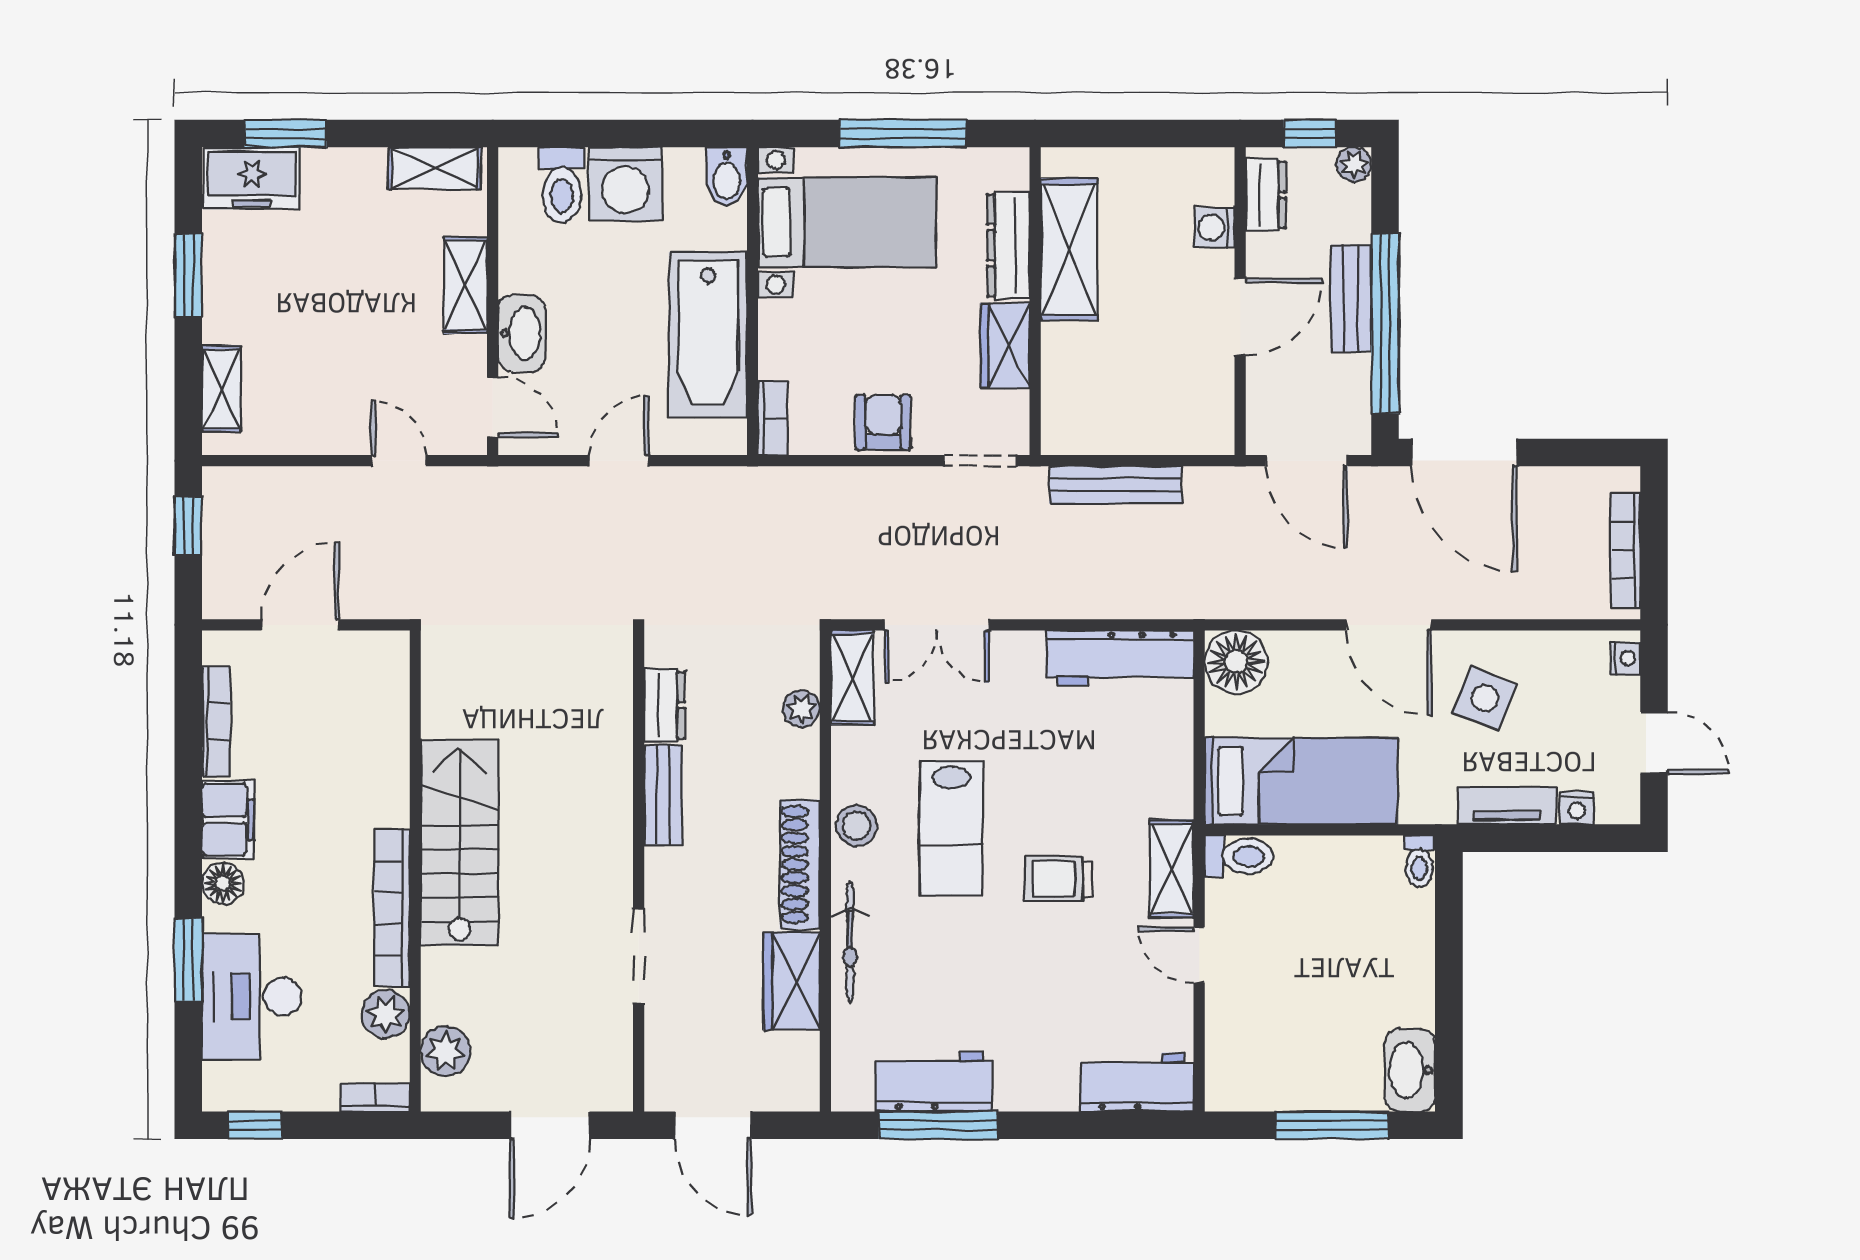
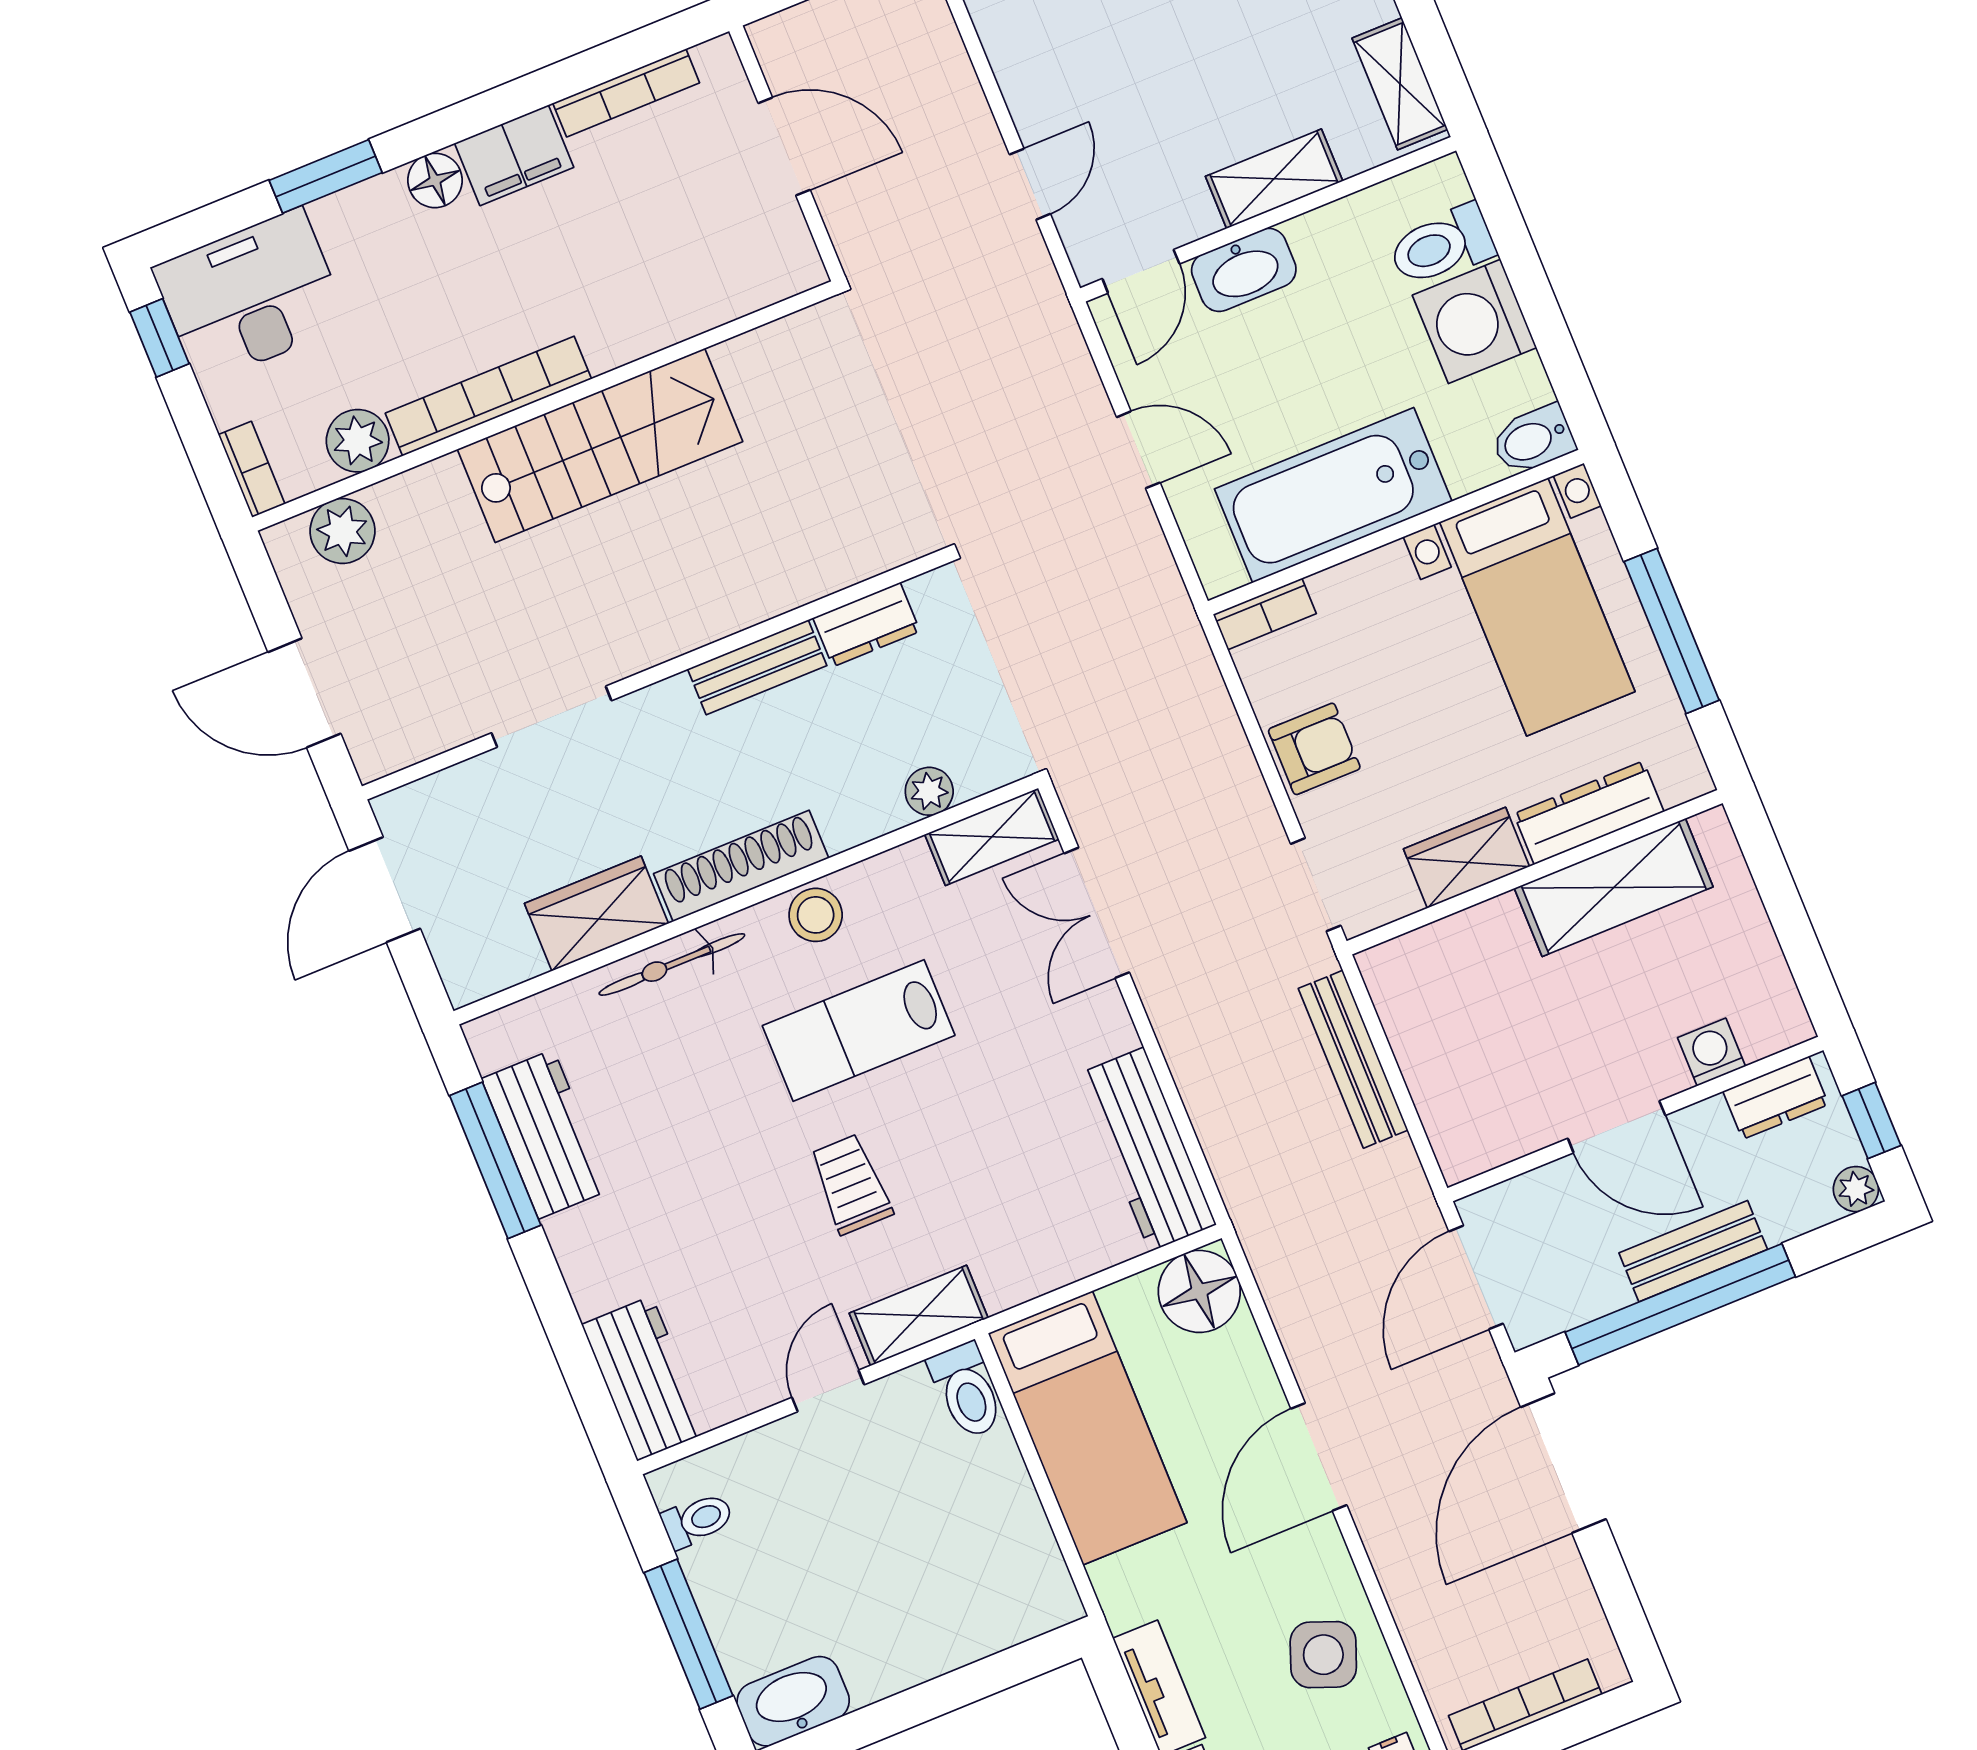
side table: (1485, 698) -> (1323, 1655), moved
toilet: (1419, 861) -> (697, 1520), moved, turned 180
desk: (252, 997) -> (251, 296), moved

